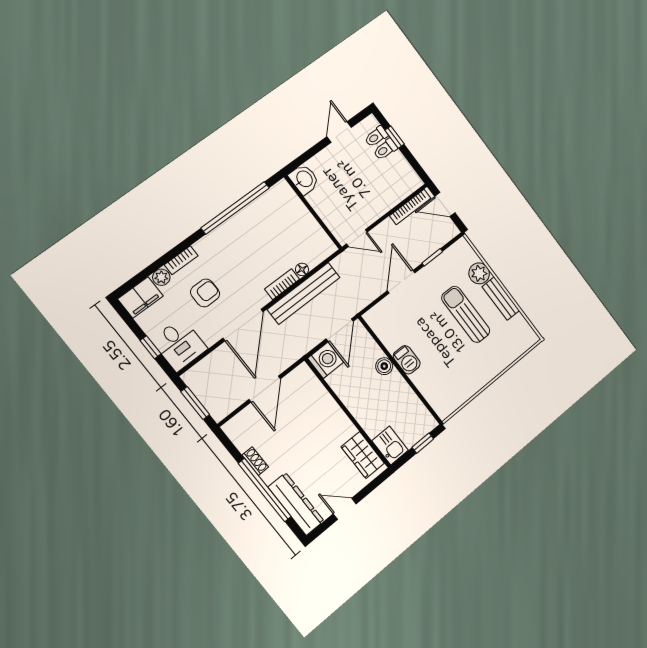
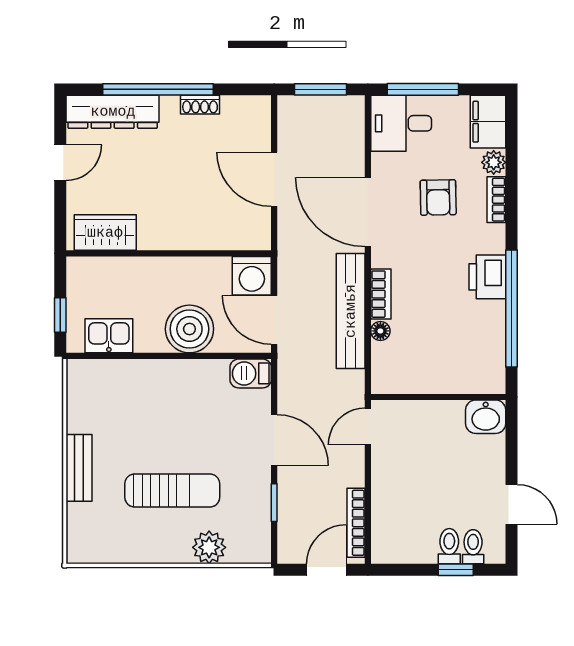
printer: (228, 234) -> (487, 277), added
bench: (501, 299) -> (79, 468), moved, turned 90
window: (150, 347) -> (423, 89), width x2.17
barbecue: (407, 360) -> (251, 373), moved
boiler: (384, 366) -> (189, 329), width x1.86, depth x1.86
kitchen sink: (390, 445) -> (109, 336), moved, turned 180

